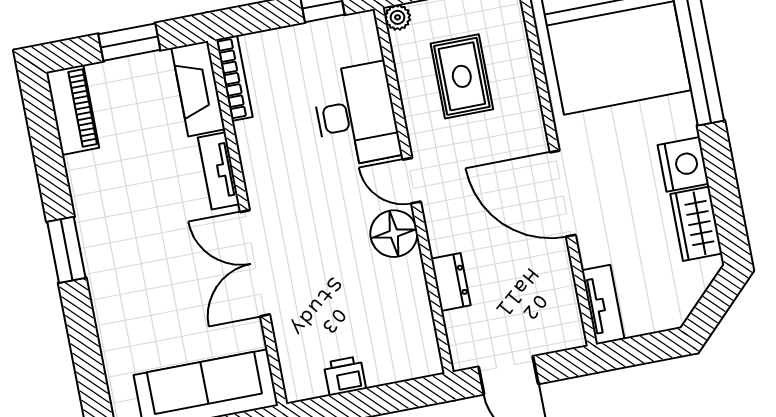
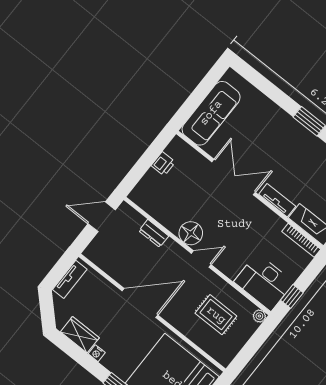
desk: (356, 115) -> (264, 282), moved
nightstand: (683, 164) -> (97, 353), width x0.53, depth x0.56
tv unit: (603, 305) -> (70, 279), moved, turned -90

